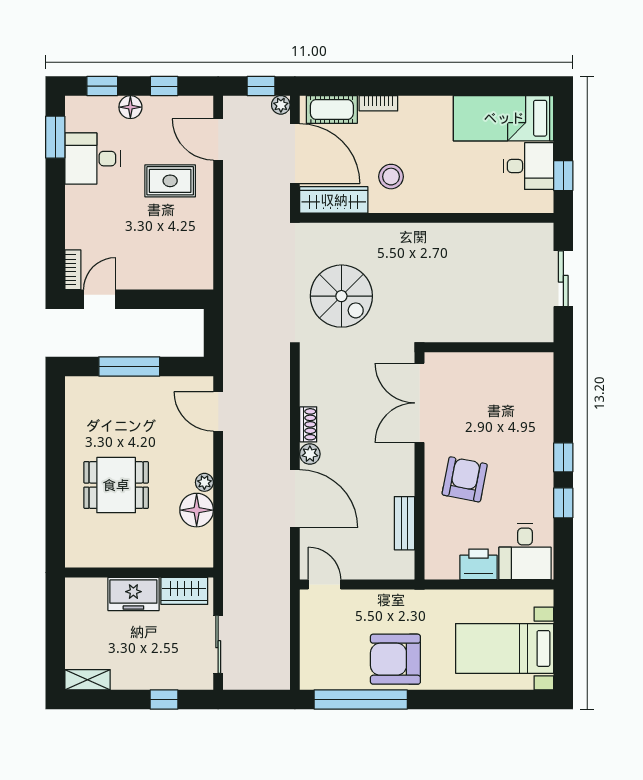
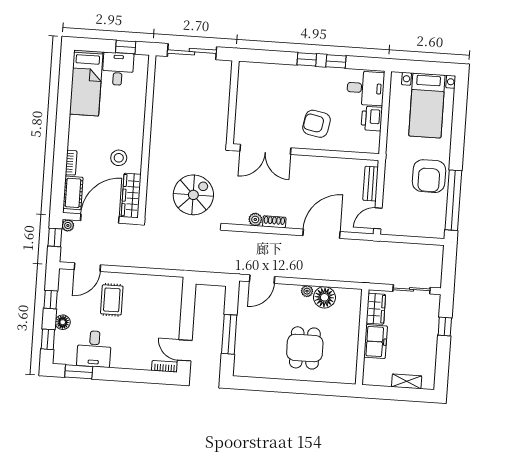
sliding door: (563, 279) -> (192, 52), width x1.37
plant: (310, 454) -> (255, 219), moved
bench: (405, 523) -> (371, 184), moved, turned 90
shelving: (87, 680) -> (407, 381), moved, turned 90

